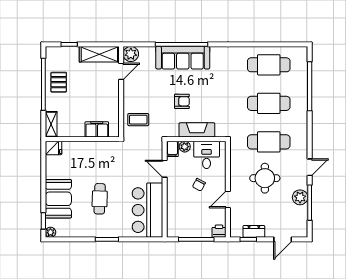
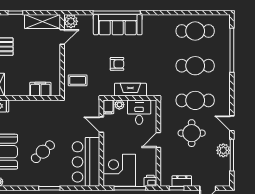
door: (310, 167) -> (232, 123), swing flipped
chair: (199, 185) -> (132, 139), removed
cafe table: (100, 199) -> (43, 152), turned 45
door: (228, 200) -> (158, 140), moved
corner desk: (185, 220) -> (119, 170), added

